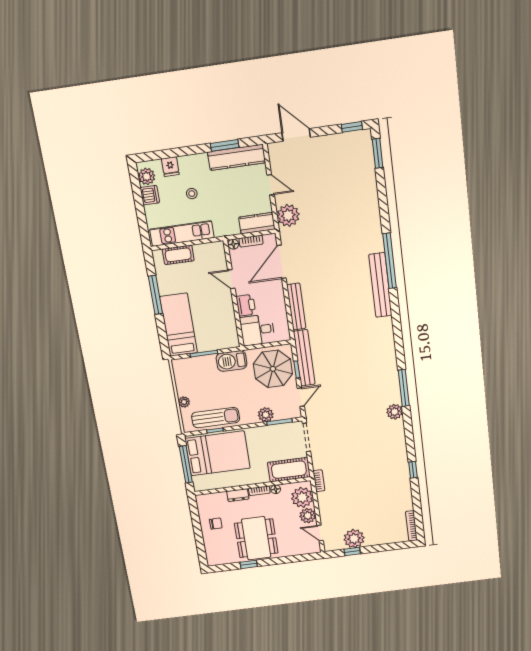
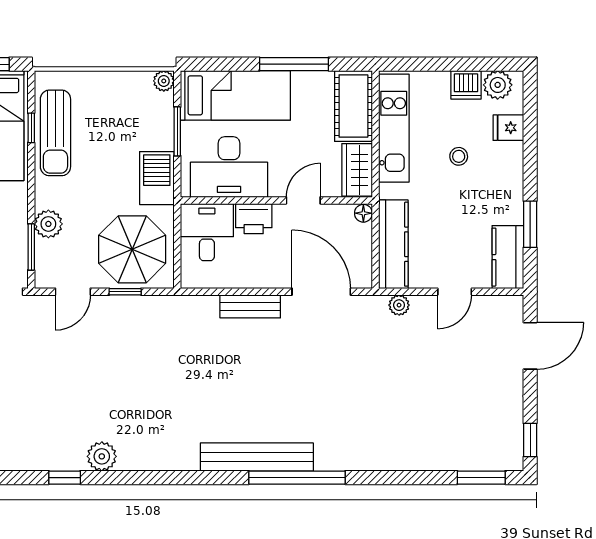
kitchen counter: (237, 157) -> (508, 257), width x0.67
plant: (288, 215) -> (399, 305), width x0.53, depth x0.53
kitchen counter: (257, 223) -> (393, 244), width x1.50
bookcase: (251, 241) -> (364, 244), removed
wardrobe: (209, 251) -> (357, 170), added
cot: (178, 255) -> (353, 106), width x1.37, depth x1.34
bench: (296, 307) -> (250, 306), width x0.73
desk: (219, 323) -> (229, 167), added
bench: (304, 358) -> (145, 308), removed
window: (404, 388) -> (65, 478), width x0.46
door: (301, 397) -> (73, 292), hinge flipped
plant: (184, 402) -> (164, 81), moved
plant: (395, 412) -> (102, 456), moved

